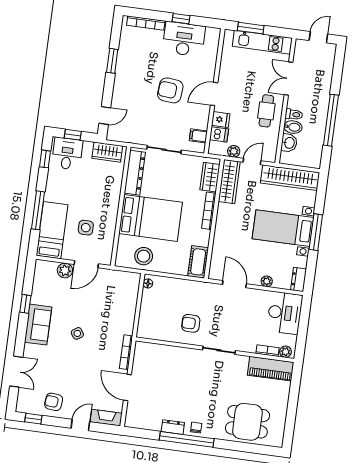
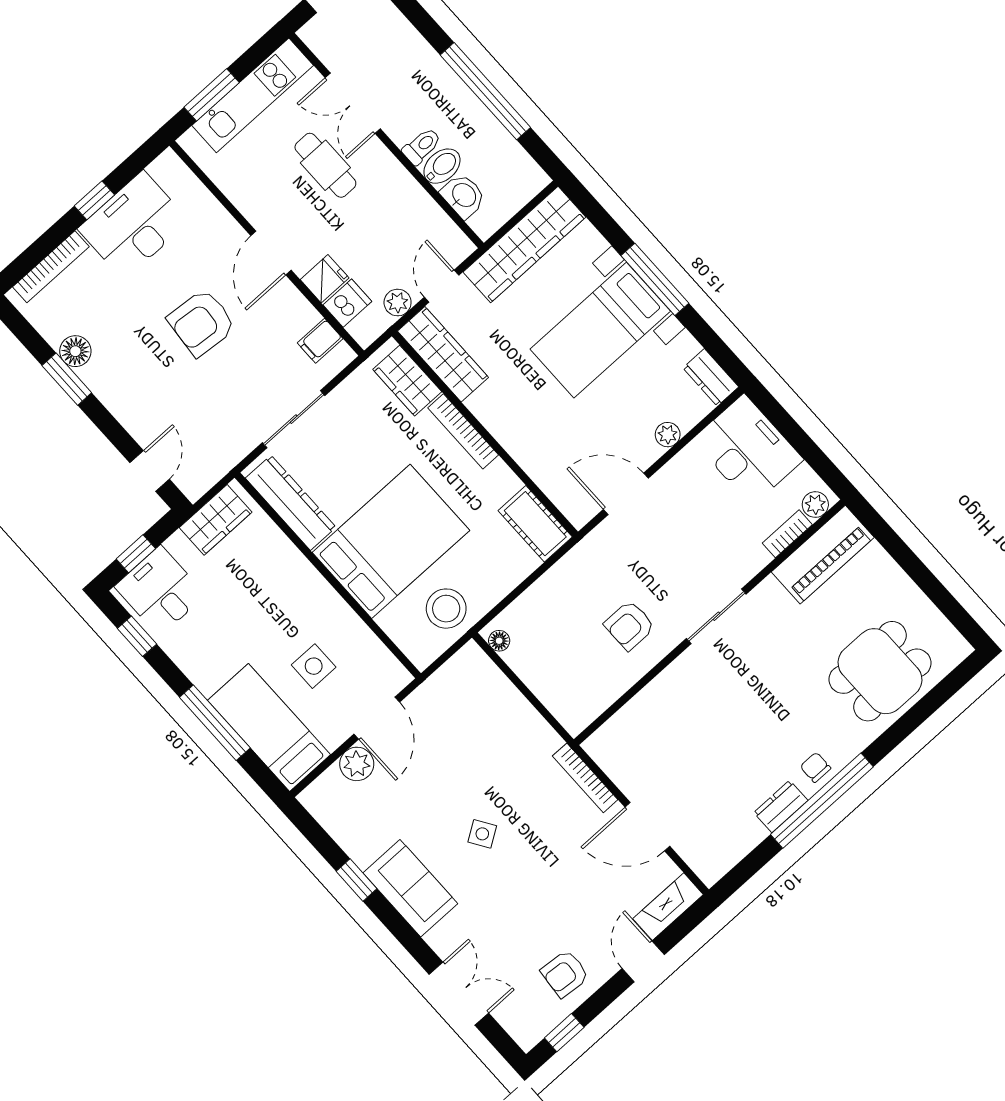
floor lamp: (124, 56) -> (75, 351), added
cafe table: (266, 111) -> (325, 165), moved

